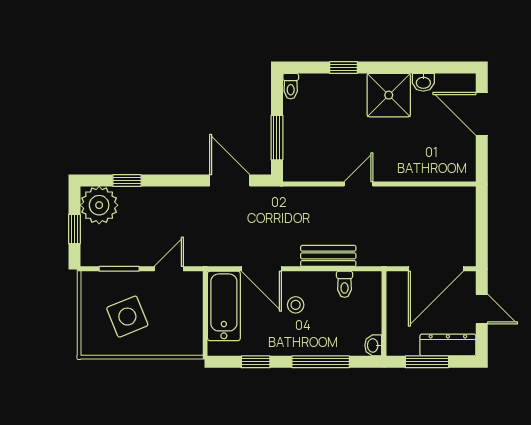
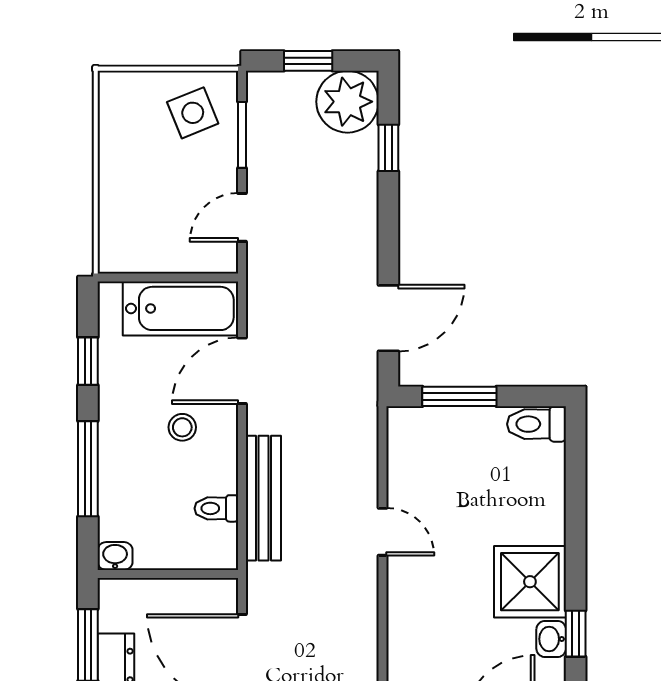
window: (344, 67) -> (576, 634), moved
toilet: (291, 86) -> (537, 424), width x1.37, depth x1.39
bench: (328, 256) -> (263, 498), width x1.36
door: (169, 269) -> (242, 217), swing flipped
side table: (127, 317) -> (193, 113), moved, width x0.73, depth x0.73

